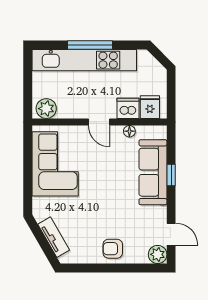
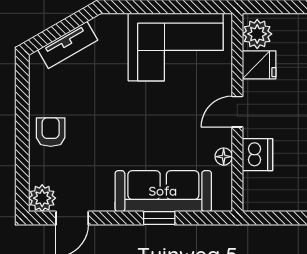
fridge: (150, 107) -> (259, 65), moved

